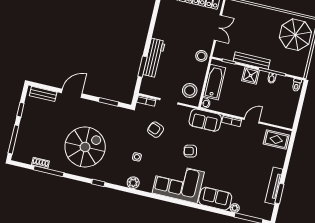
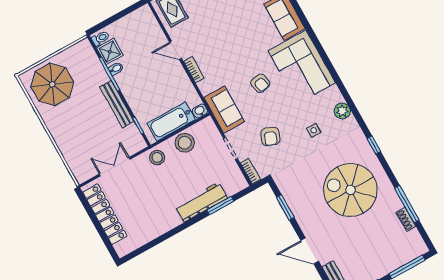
shower: (251, 75) -> (110, 51), moved
stool: (190, 90) -> (185, 143), moved
sofa: (205, 120) -> (224, 110), moved

